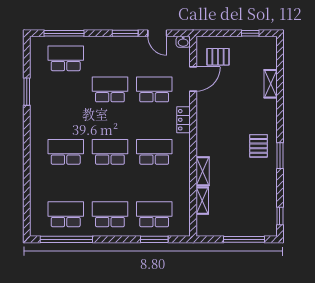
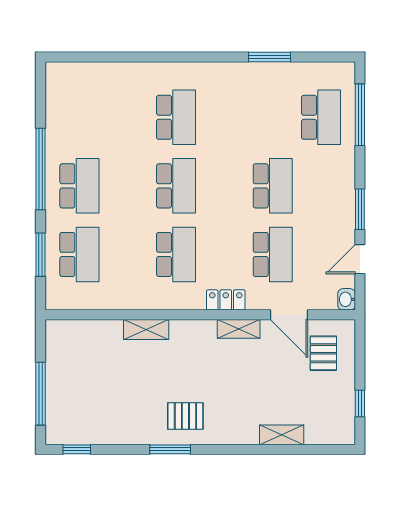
shelving: (202, 201) -> (239, 329), moved
school desk: (66, 214) -> (79, 117), removed
window: (66, 239) -> (41, 169), moved

